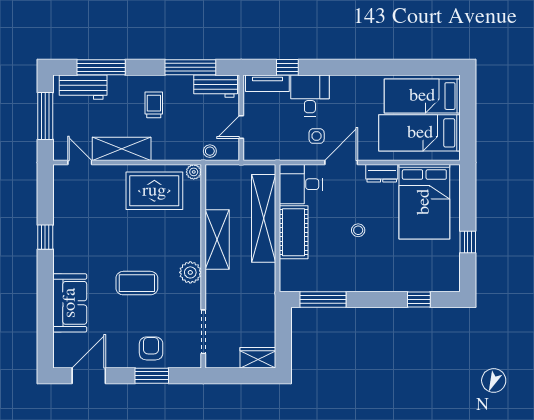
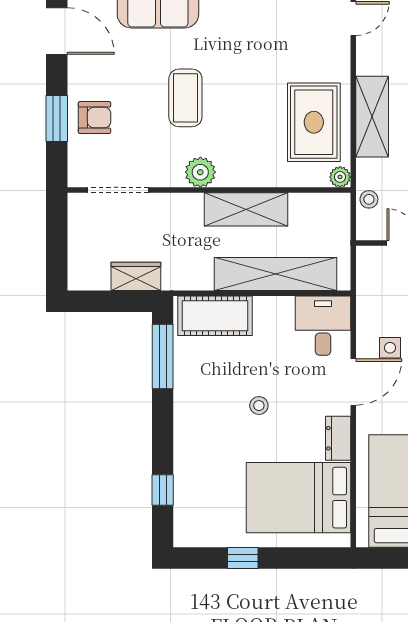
shelving: (122, 149) -> (372, 117), moved
door: (341, 162) -> (353, 382), hinge flipped
cot: (294, 232) -> (215, 316), moved
wardrobe: (258, 358) -> (136, 276), moved, turned -90

